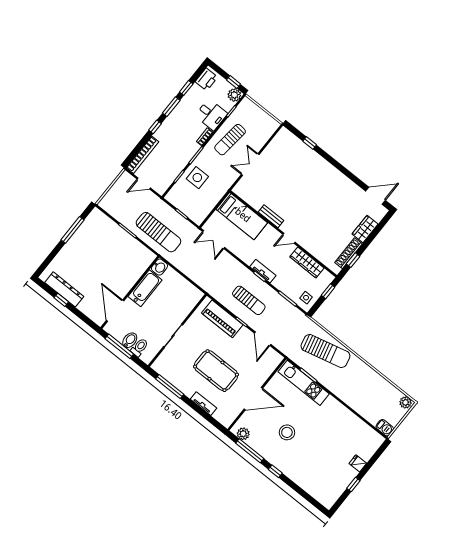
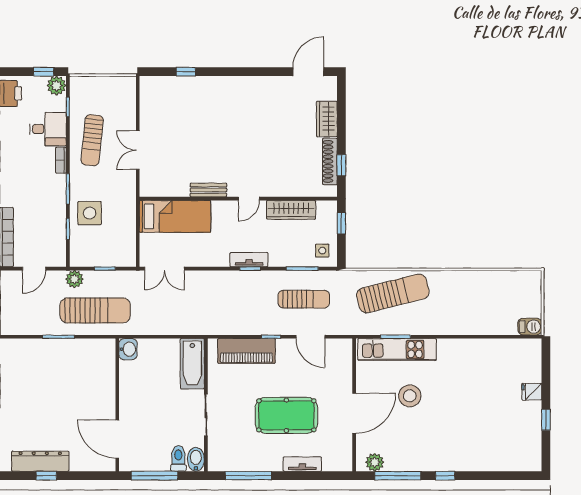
bathtub: (145, 288) -> (192, 364), moved, turned 180
sun lounger: (249, 300) -> (304, 299), moved
bidet: (130, 340) -> (196, 459), moved
plant: (406, 402) -> (75, 279), moved
stool: (287, 432) -> (410, 396), moved

